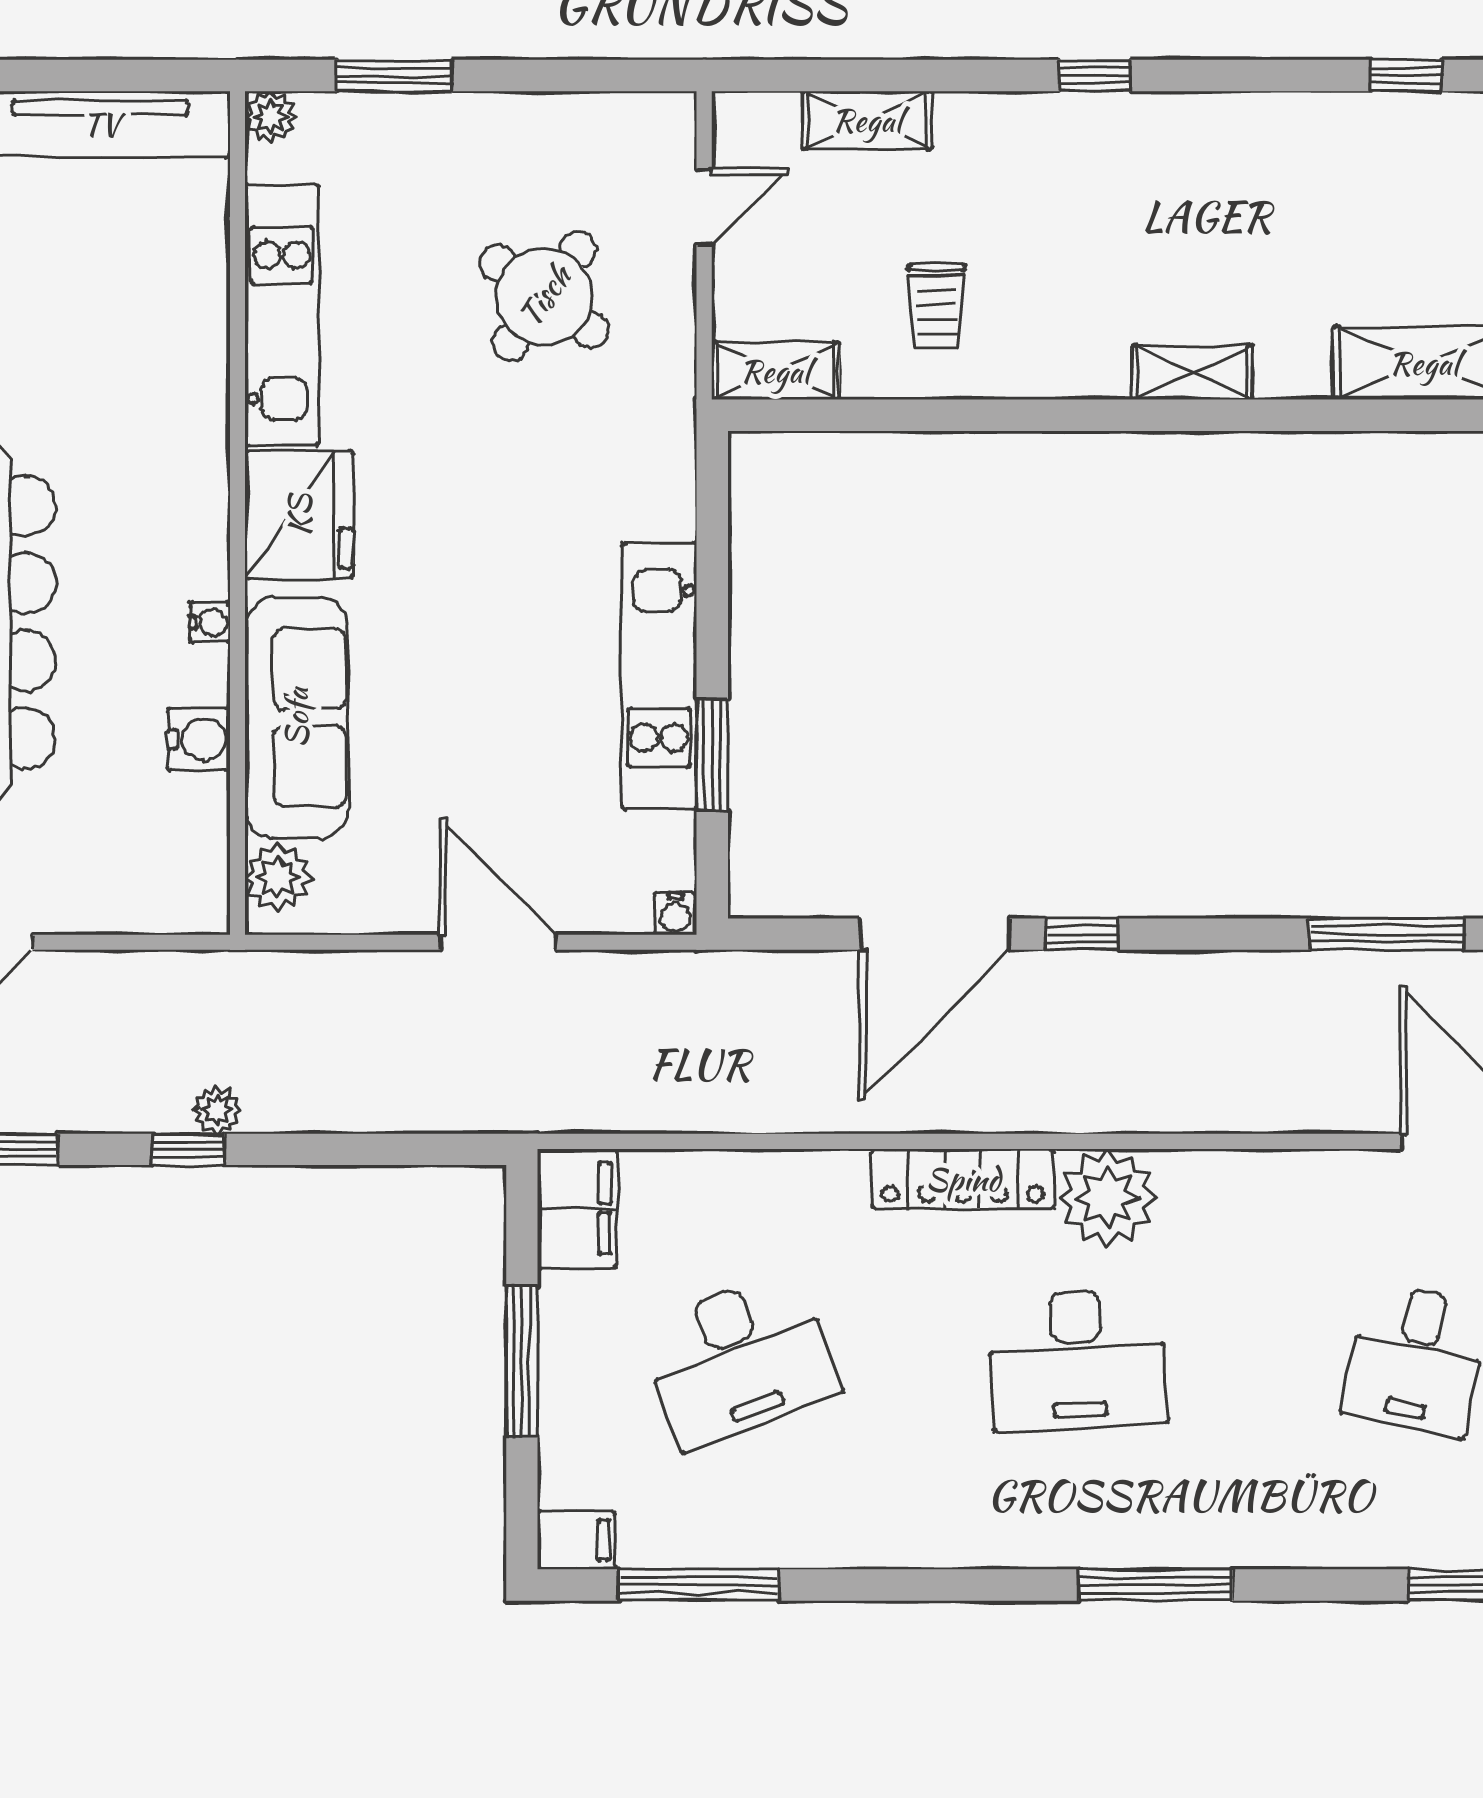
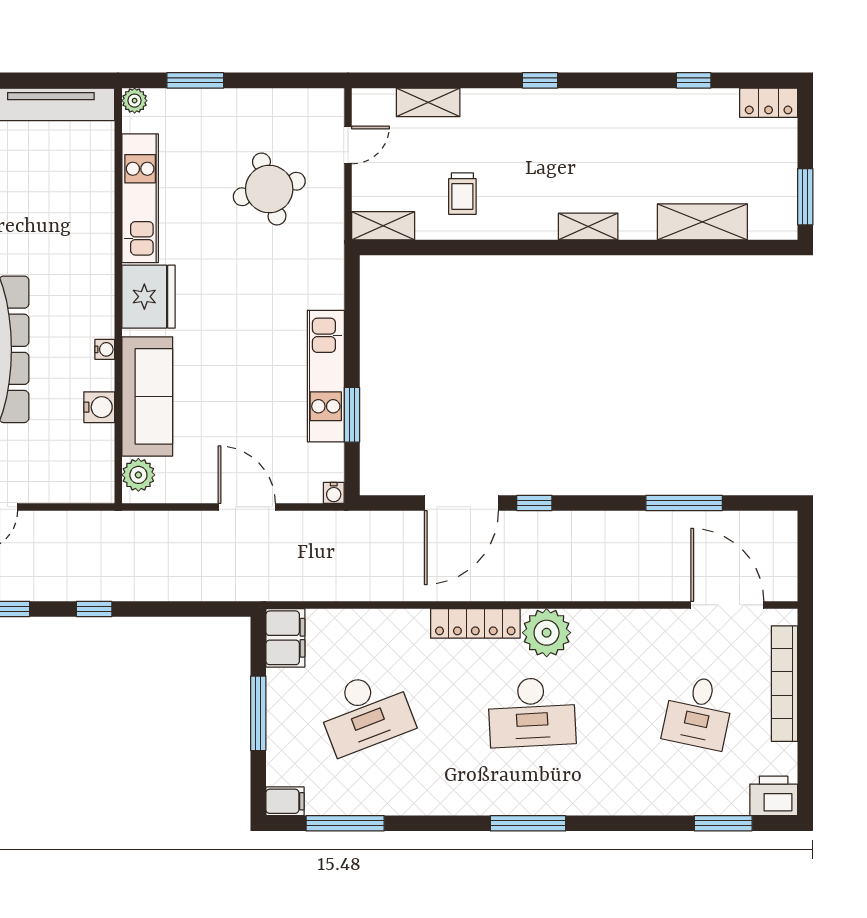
round table: (544, 296) -> (269, 189), turned 38
plant: (217, 1110) -> (108, 590), removed
window: (1156, 1585) -> (528, 823), moved

